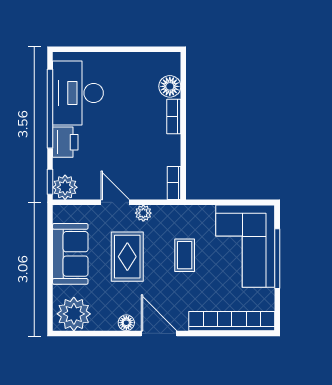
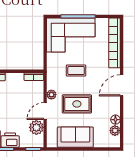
plant: (65, 187) -> (36, 127), moved
plant: (74, 314) -> (115, 131), width x0.53, depth x0.53
floor lamp: (126, 323) -> (115, 120), moved

